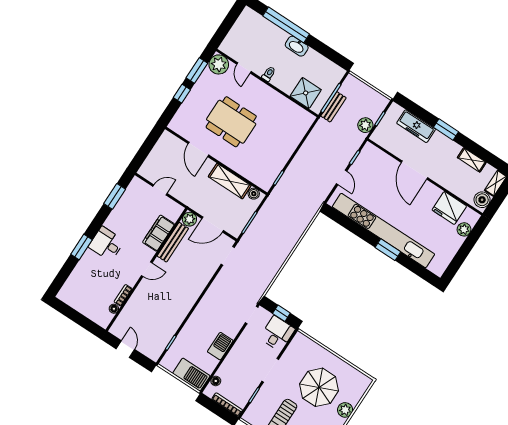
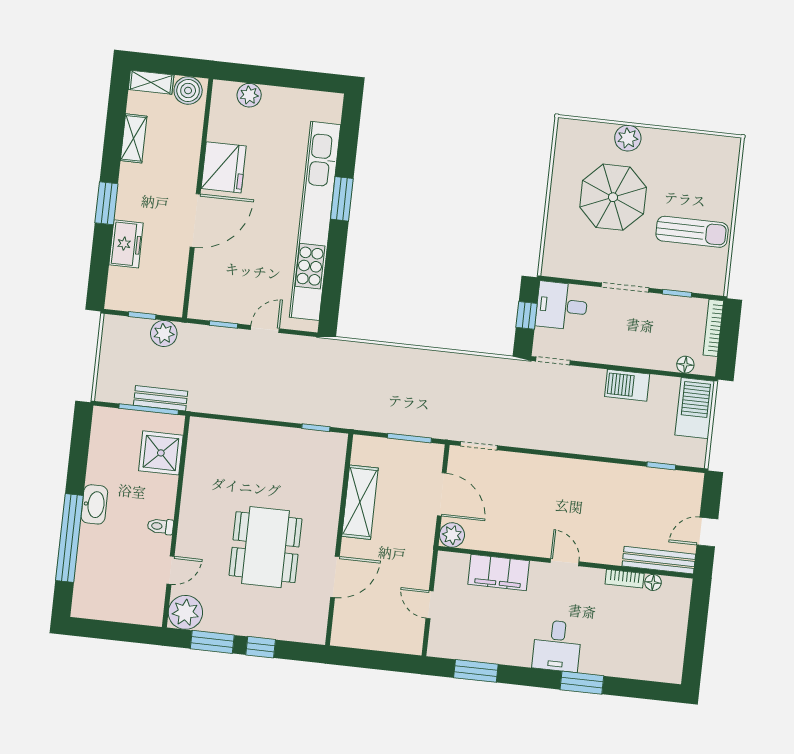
freezer: (416, 126) -> (126, 244), width x0.71
boiler: (254, 194) -> (361, 454), removed
fridge: (449, 208) -> (224, 167), moved
bench: (173, 242) -> (659, 560), moved

